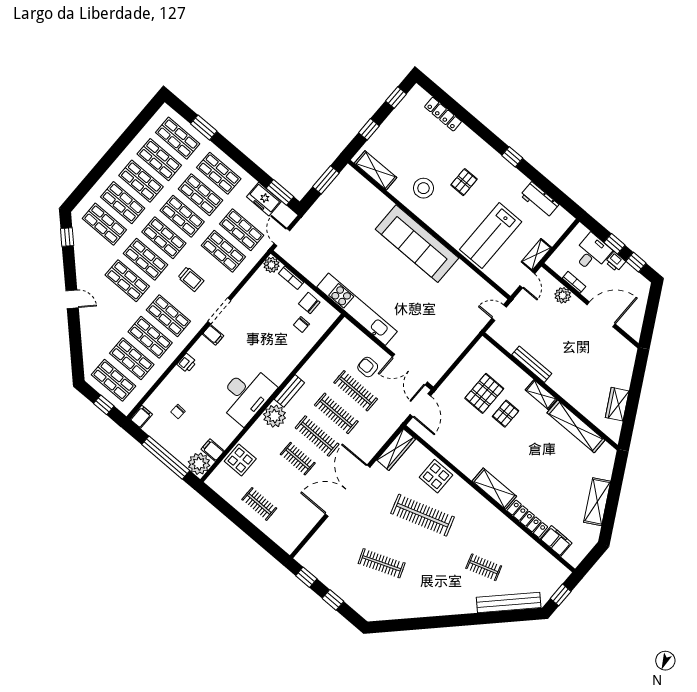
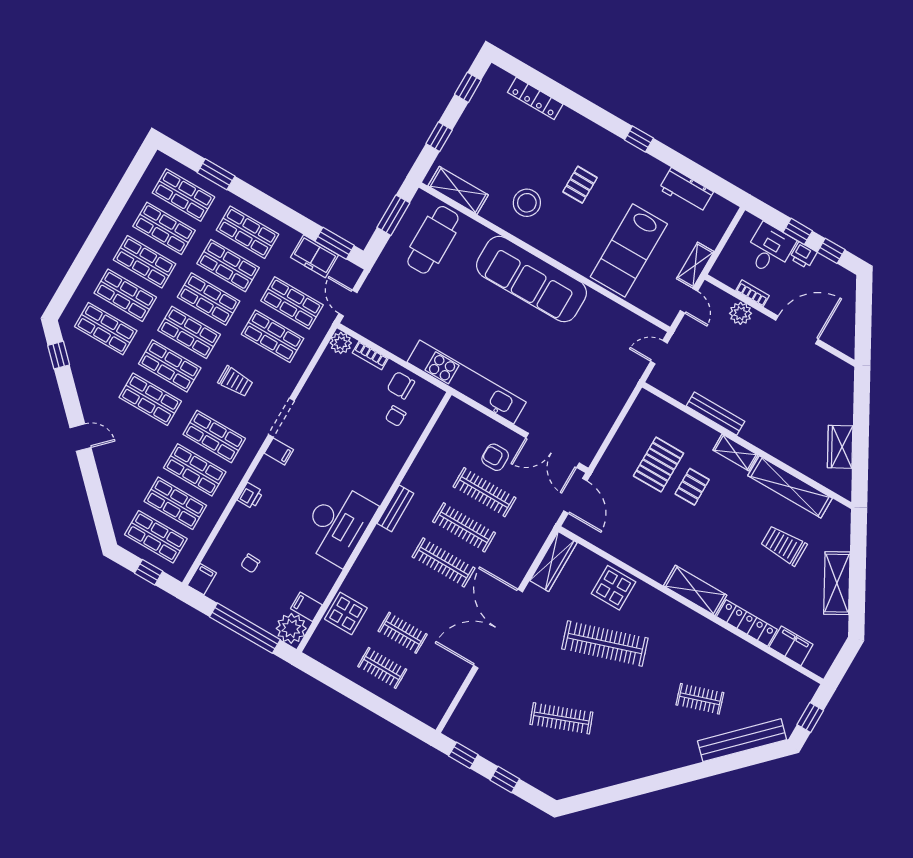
cafe table: (351, 203) -> (433, 240), added
plant: (275, 416) -> (382, 546), removed
clothes rail: (298, 459) -> (403, 633), moved
trolley: (564, 468) -> (784, 545), added

